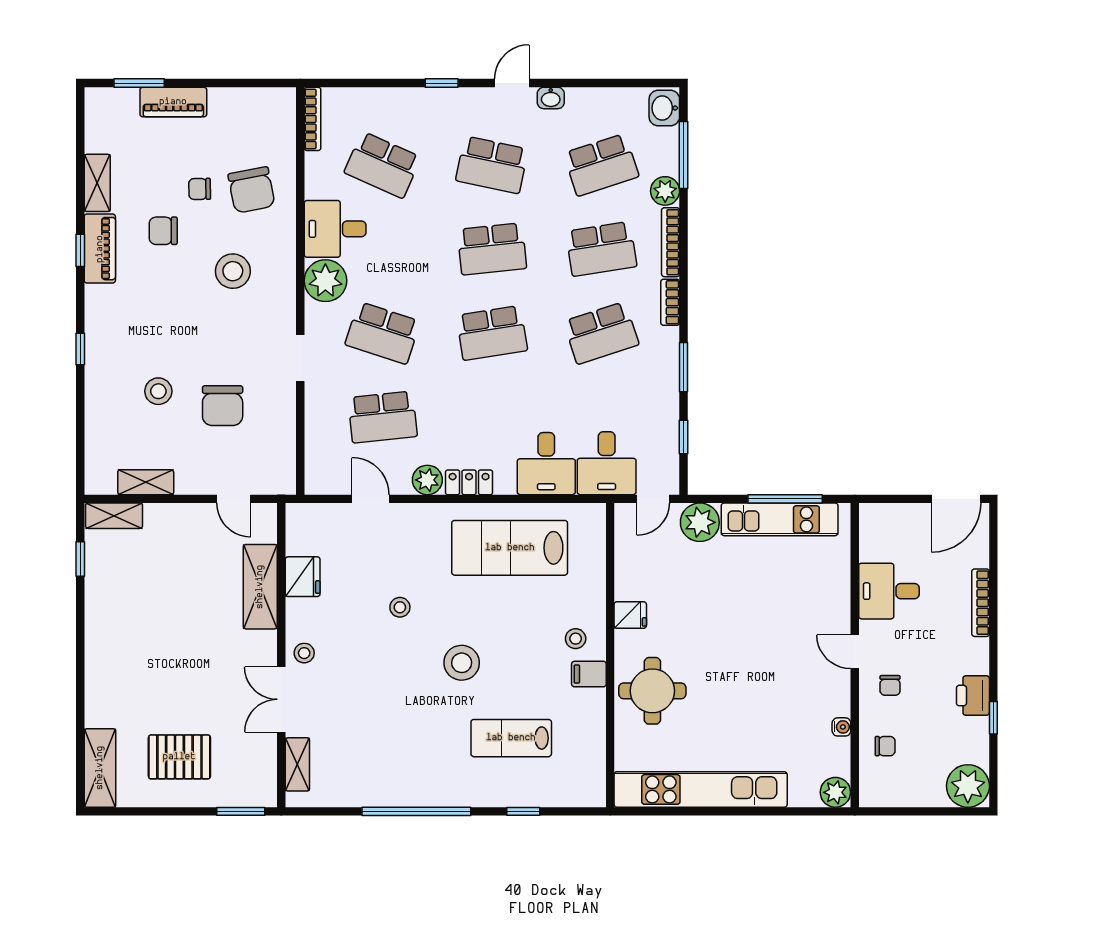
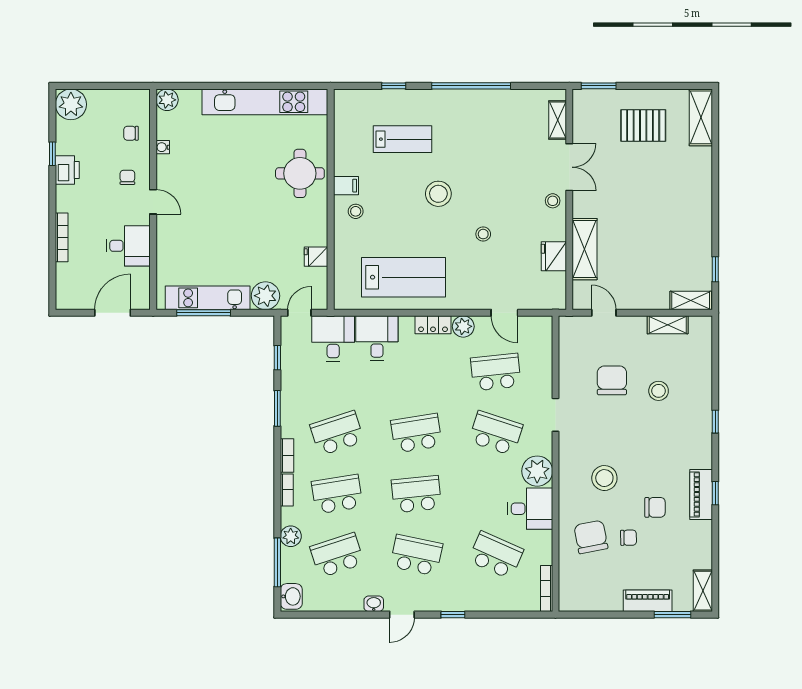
shelving: (97, 183) -> (703, 591), moved
bookcase: (671, 242) -> (287, 490), width x0.64
door: (956, 499) -> (113, 313), moved
fridge: (630, 615) -> (316, 257), moved

